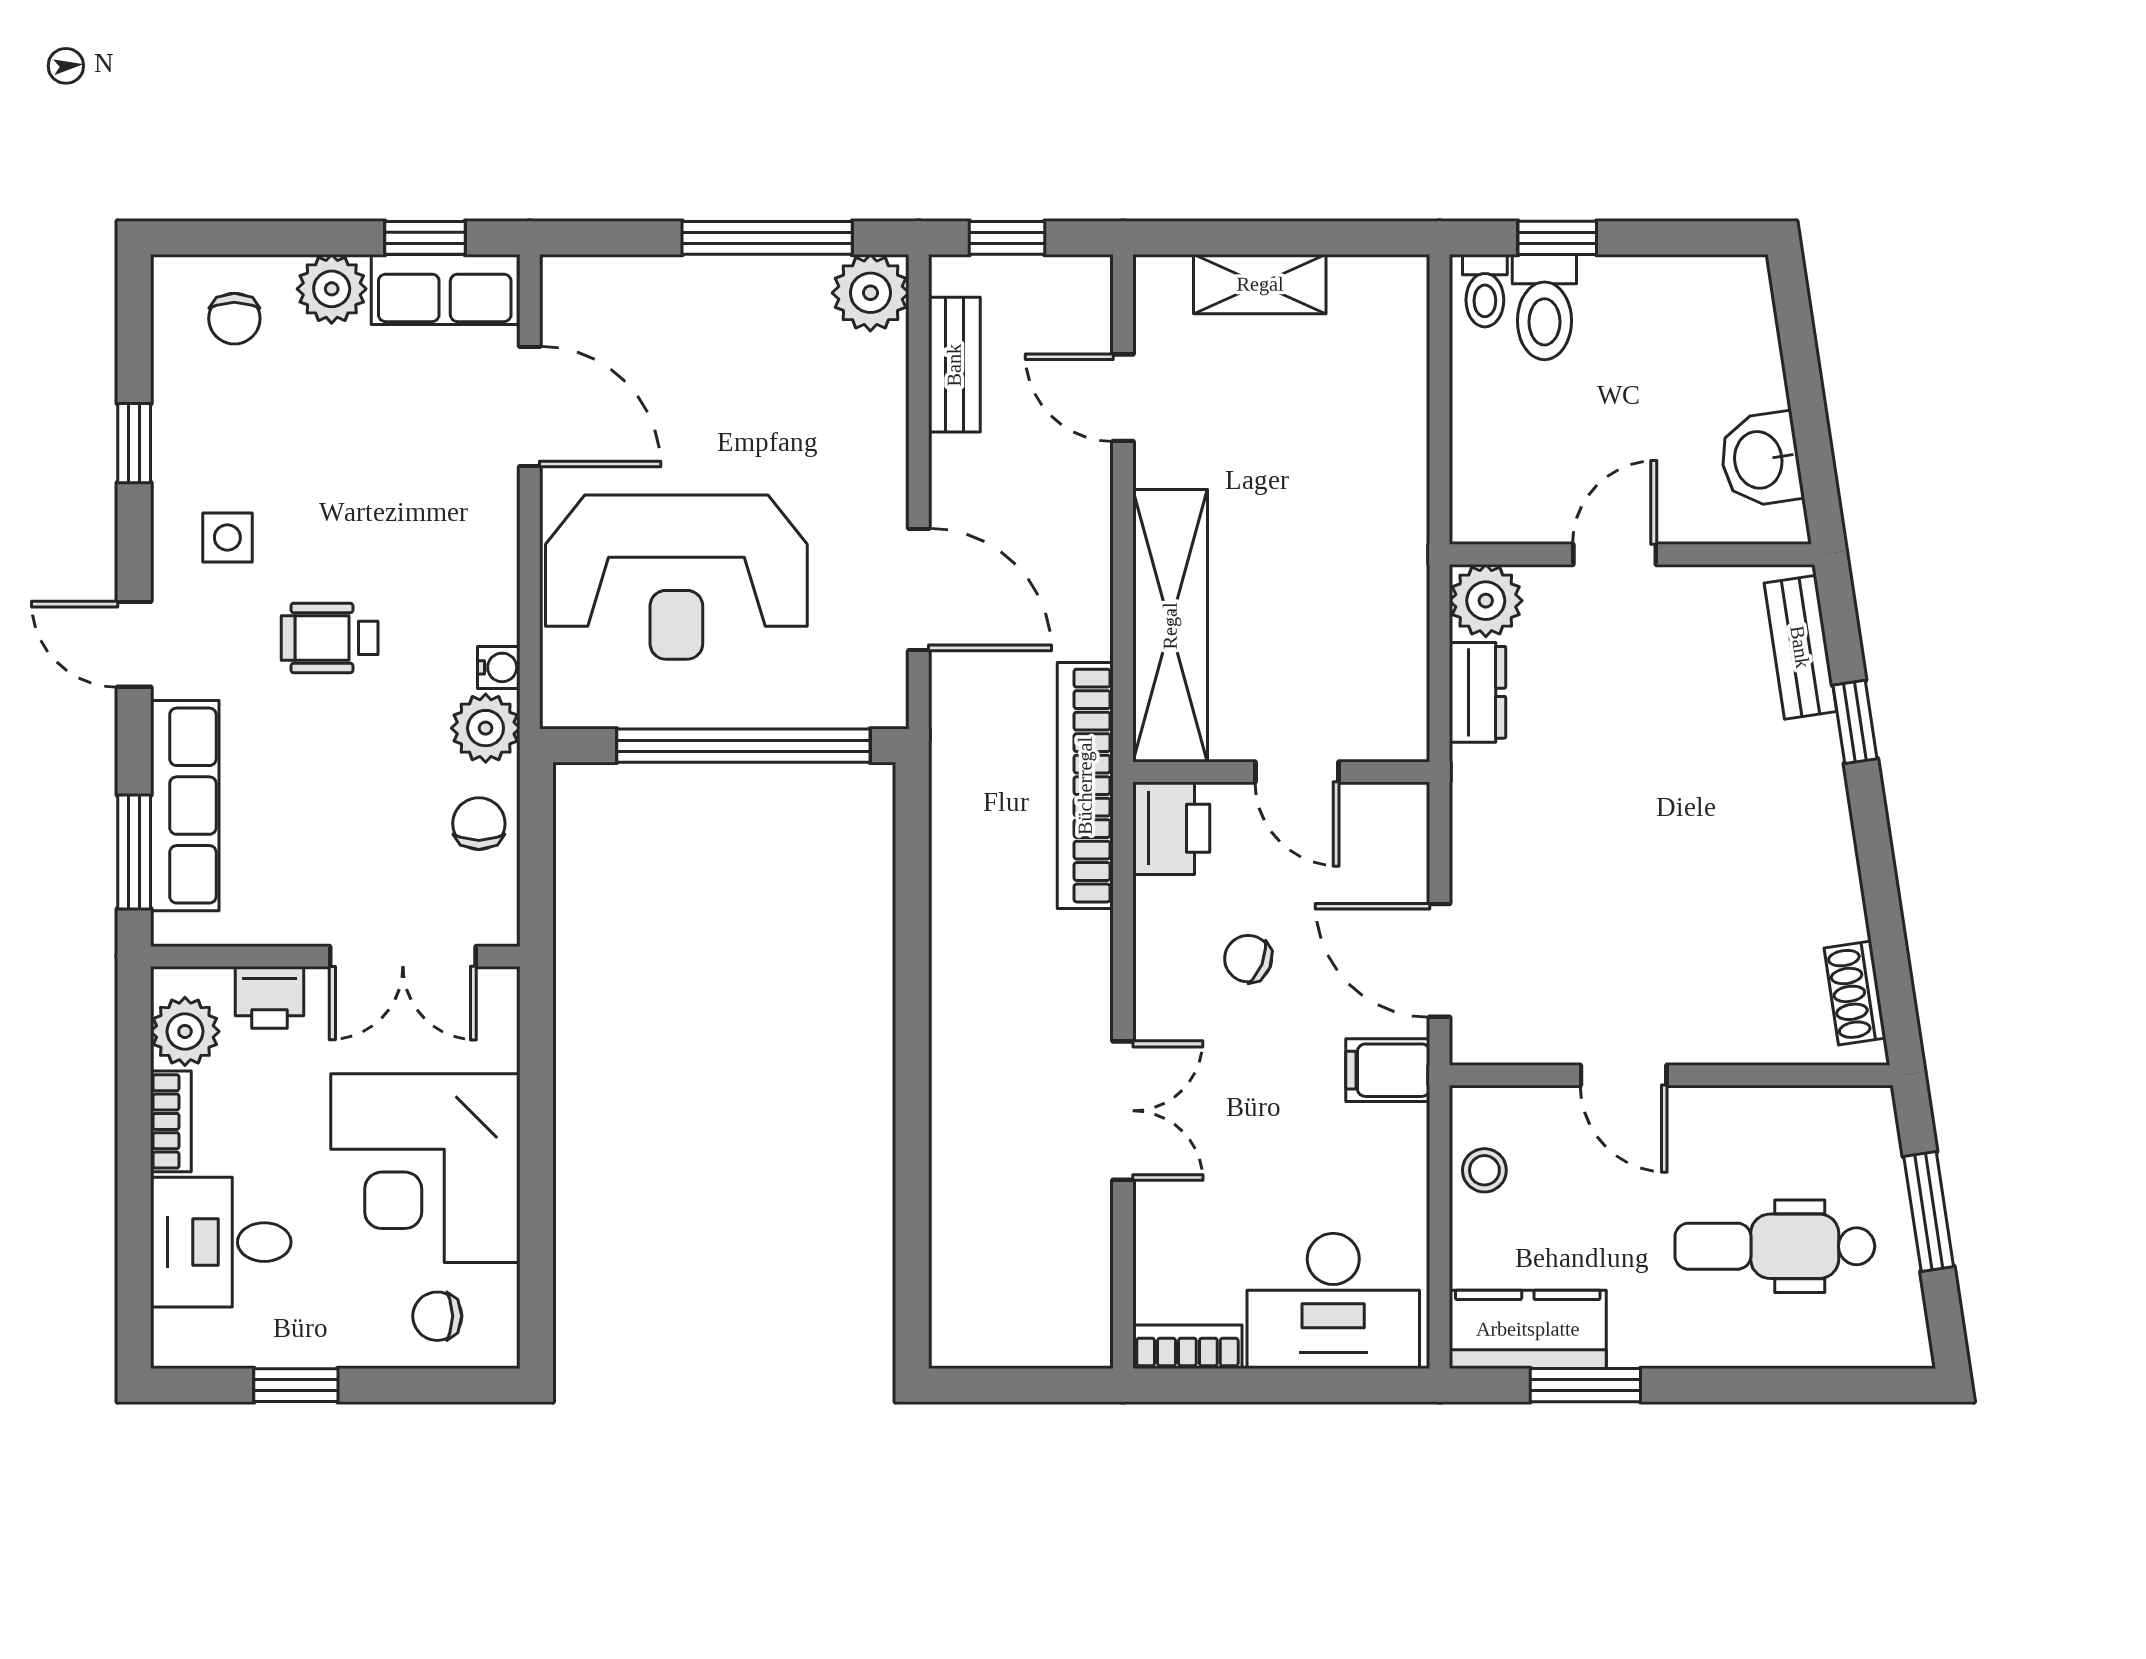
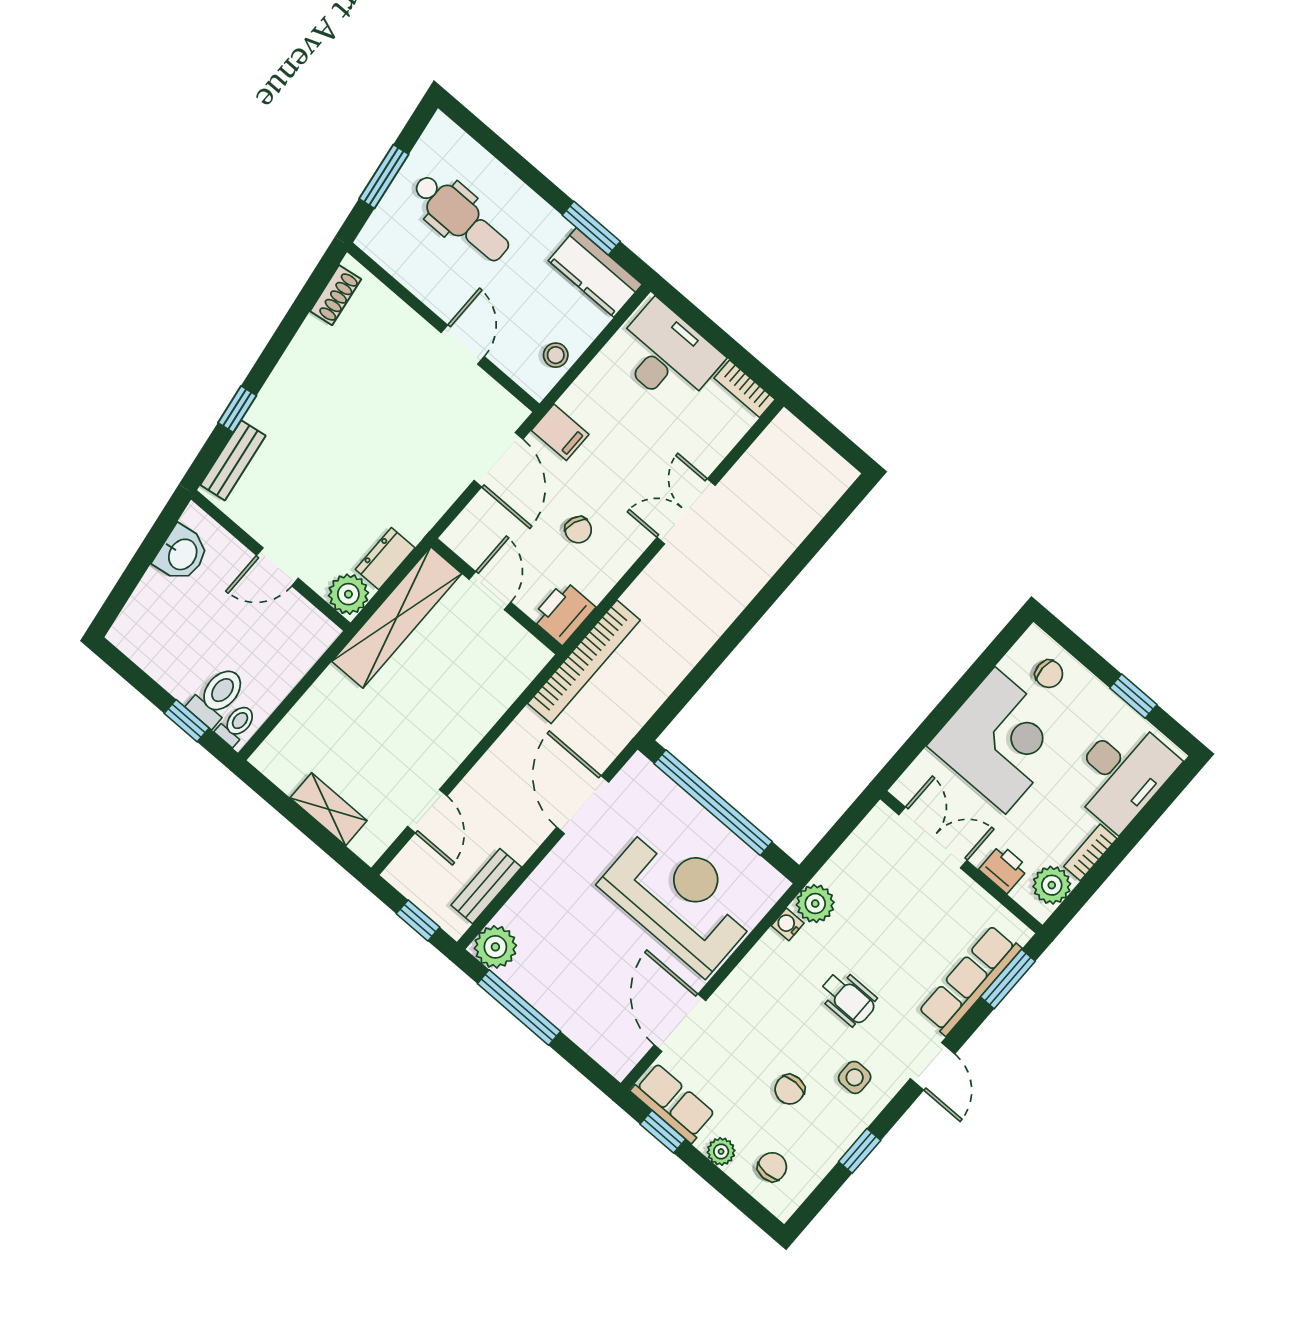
plant: (332, 289) -> (721, 1151), width x0.73, depth x0.73
shelving: (1170, 626) -> (397, 617), moved
chair: (479, 824) -> (790, 1089), moved
desk: (221, 1242) -> (1122, 773), width x1.37

